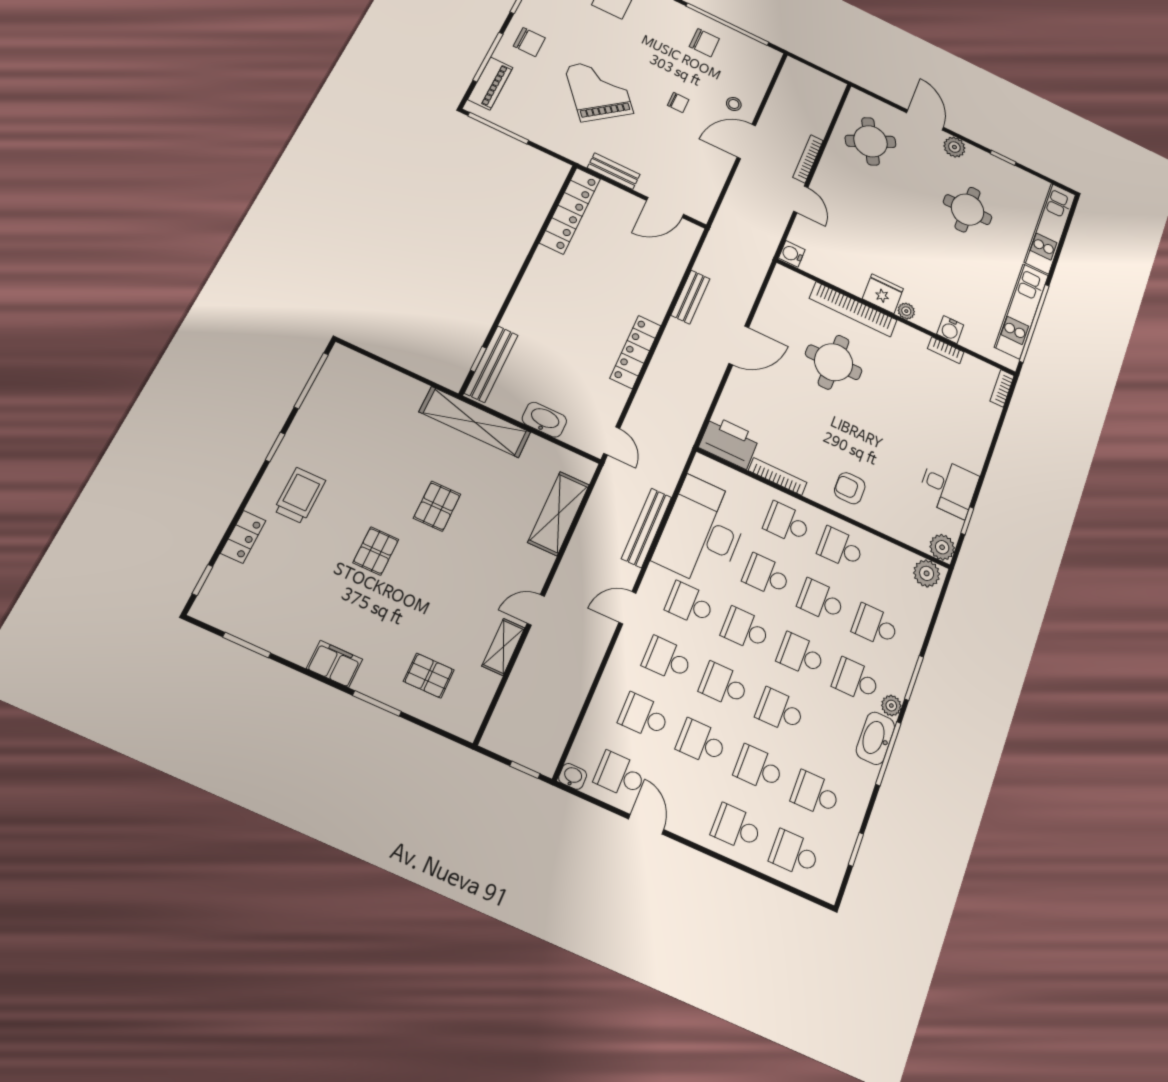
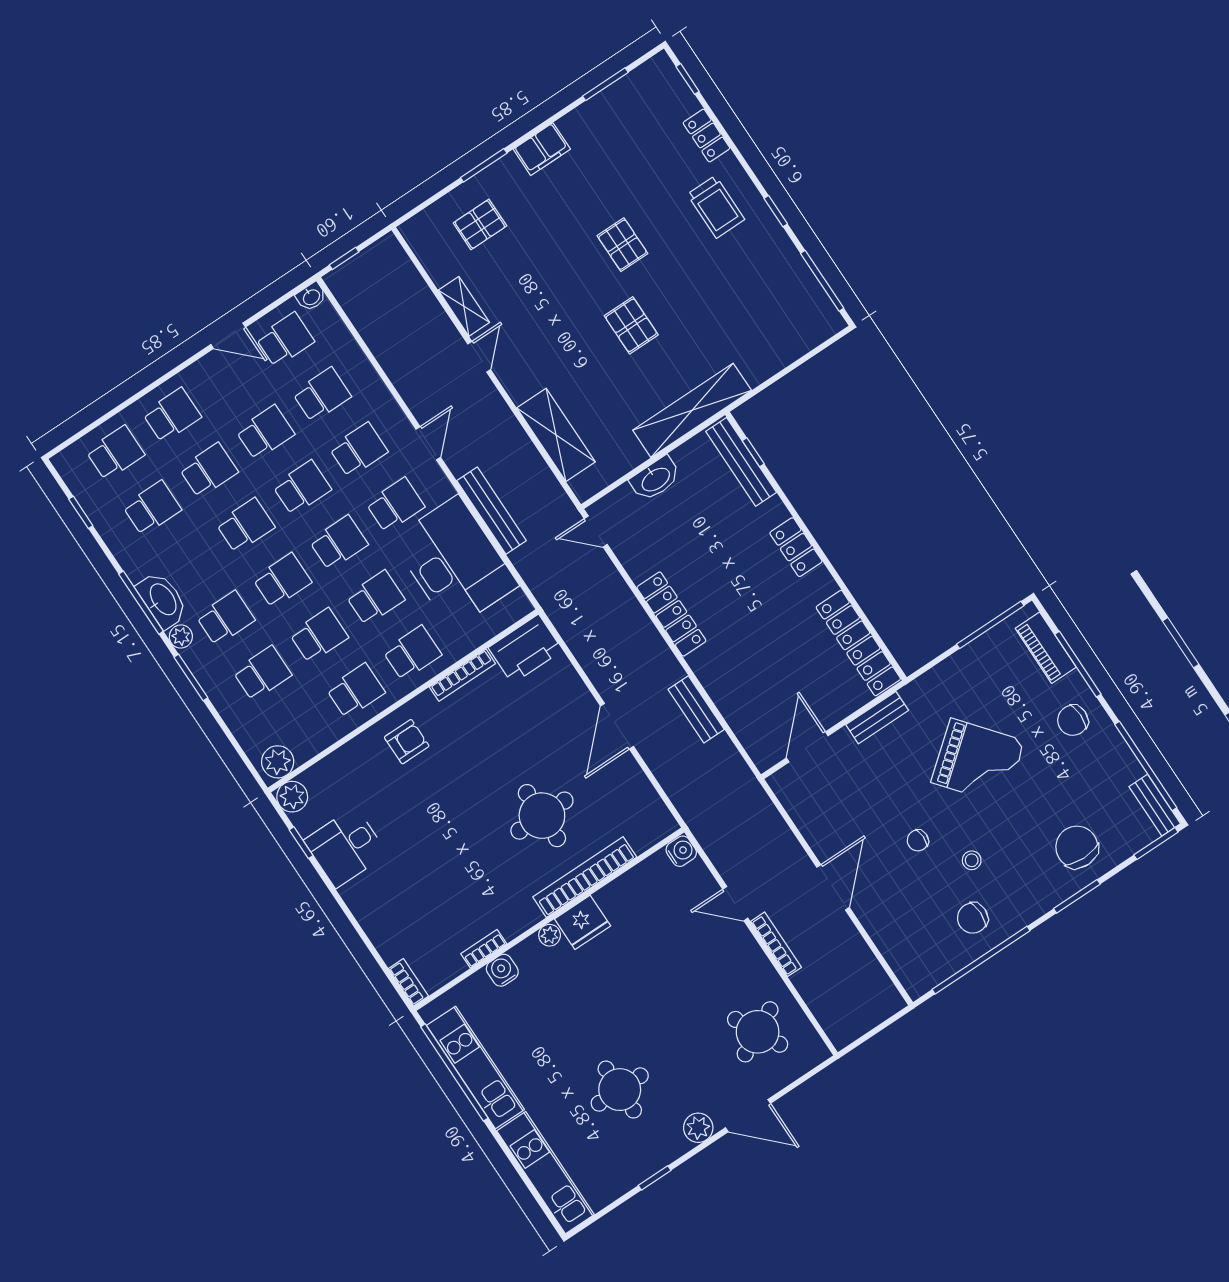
stool: (734, 104) -> (972, 860), moved
locker: (529, 290) -> (796, 547), added

